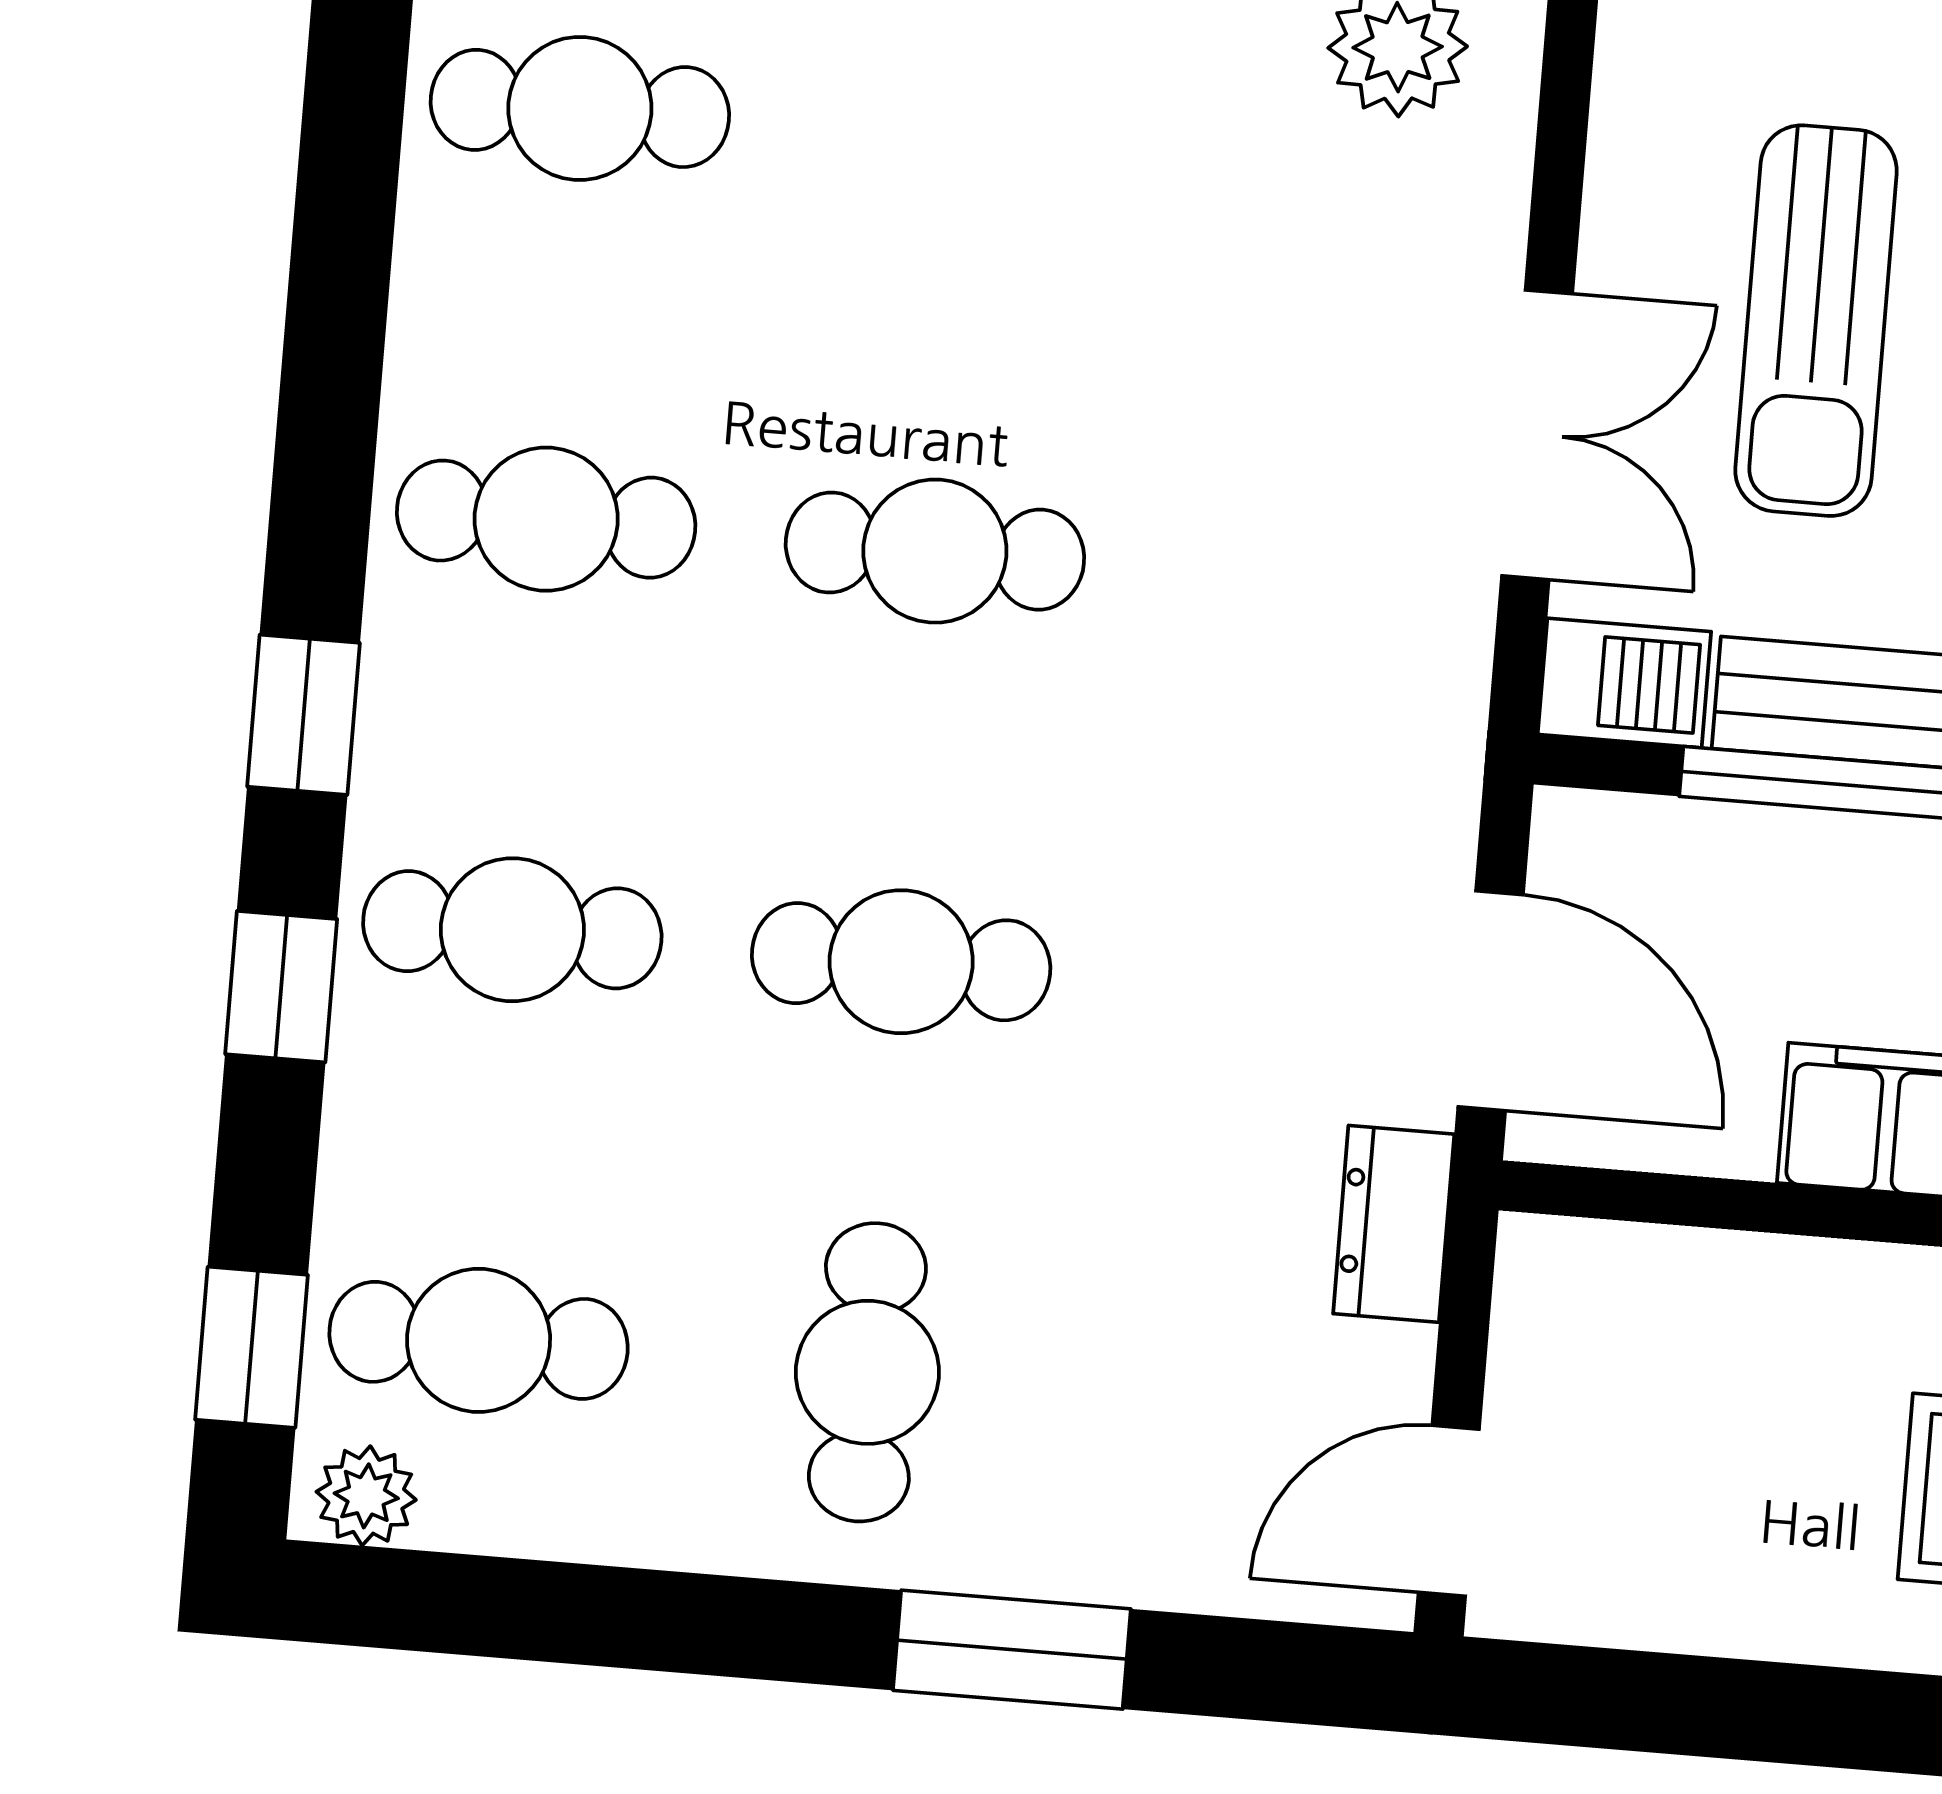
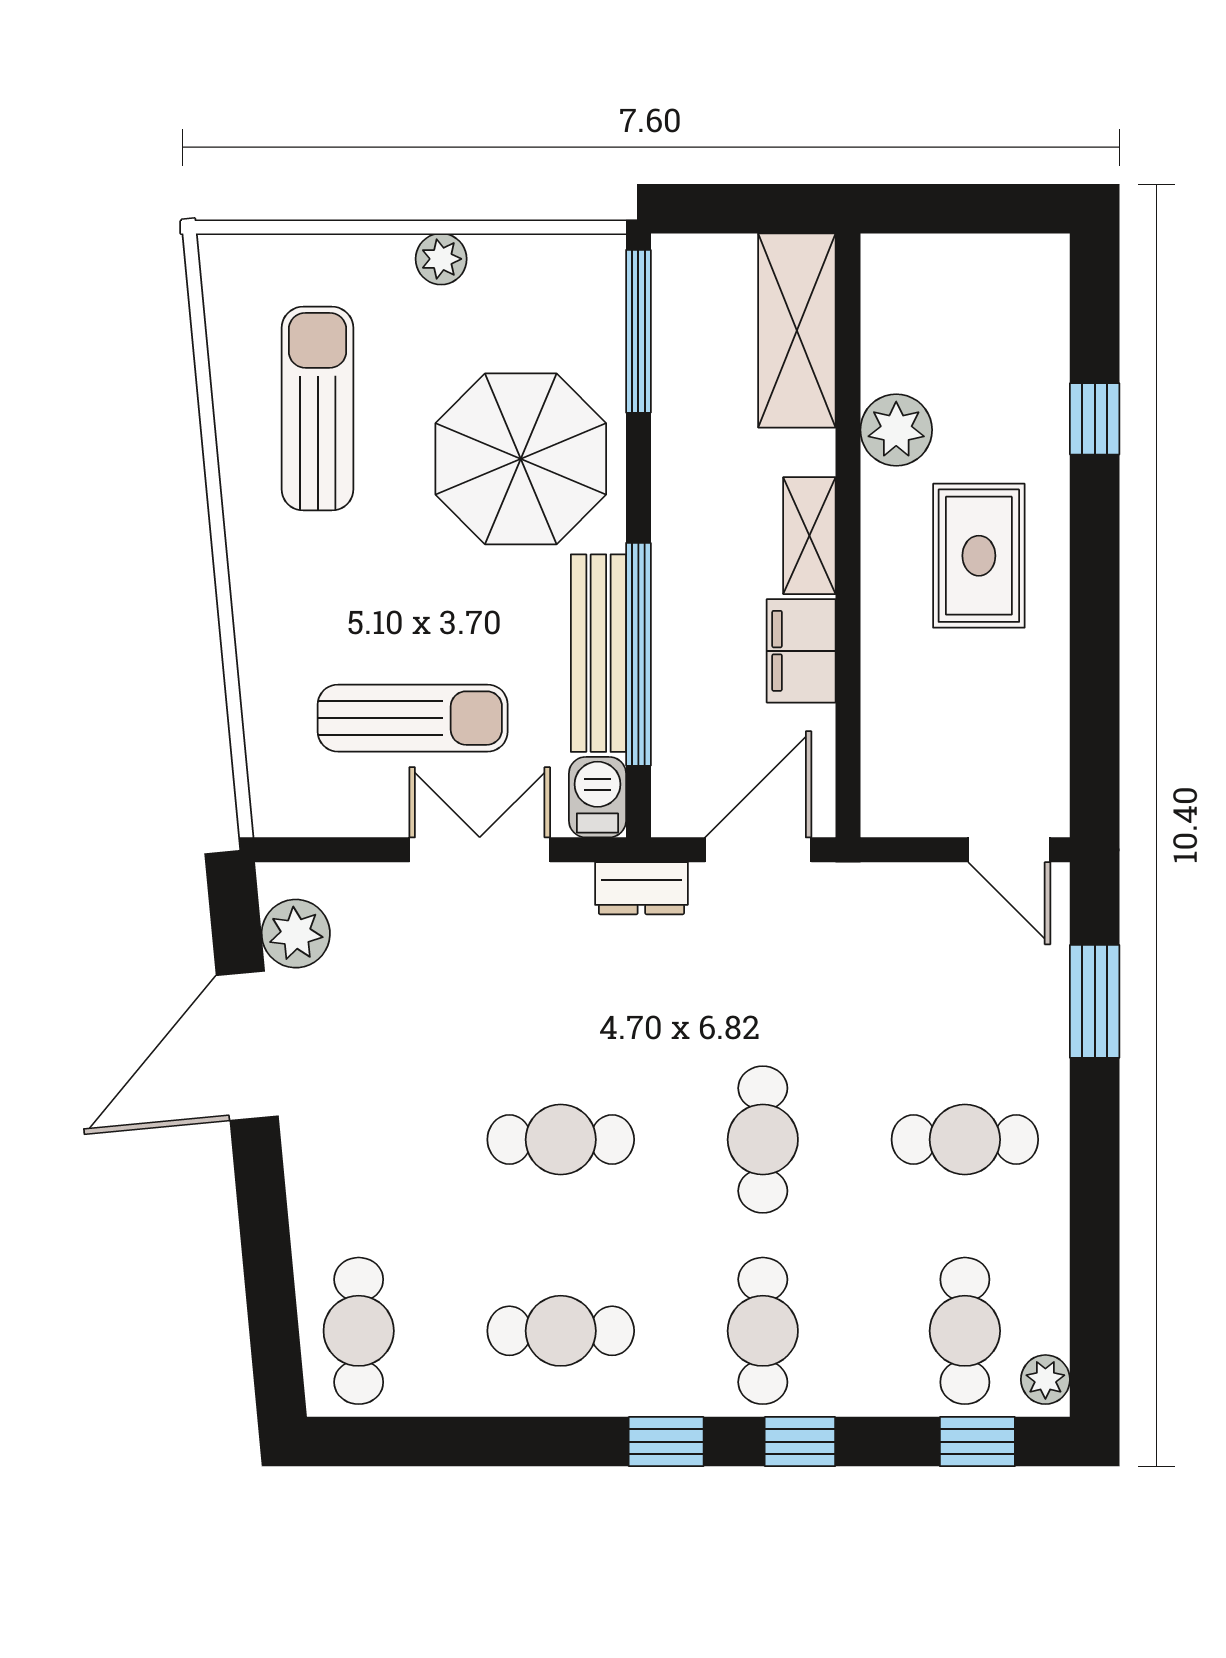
cafe table: (546, 519) -> (561, 1331), turned 90
cafe table: (935, 551) -> (561, 1140), turned 90
dresser: (1394, 1224) -> (641, 888), moved
window: (1012, 1650) -> (1095, 1001), moved

